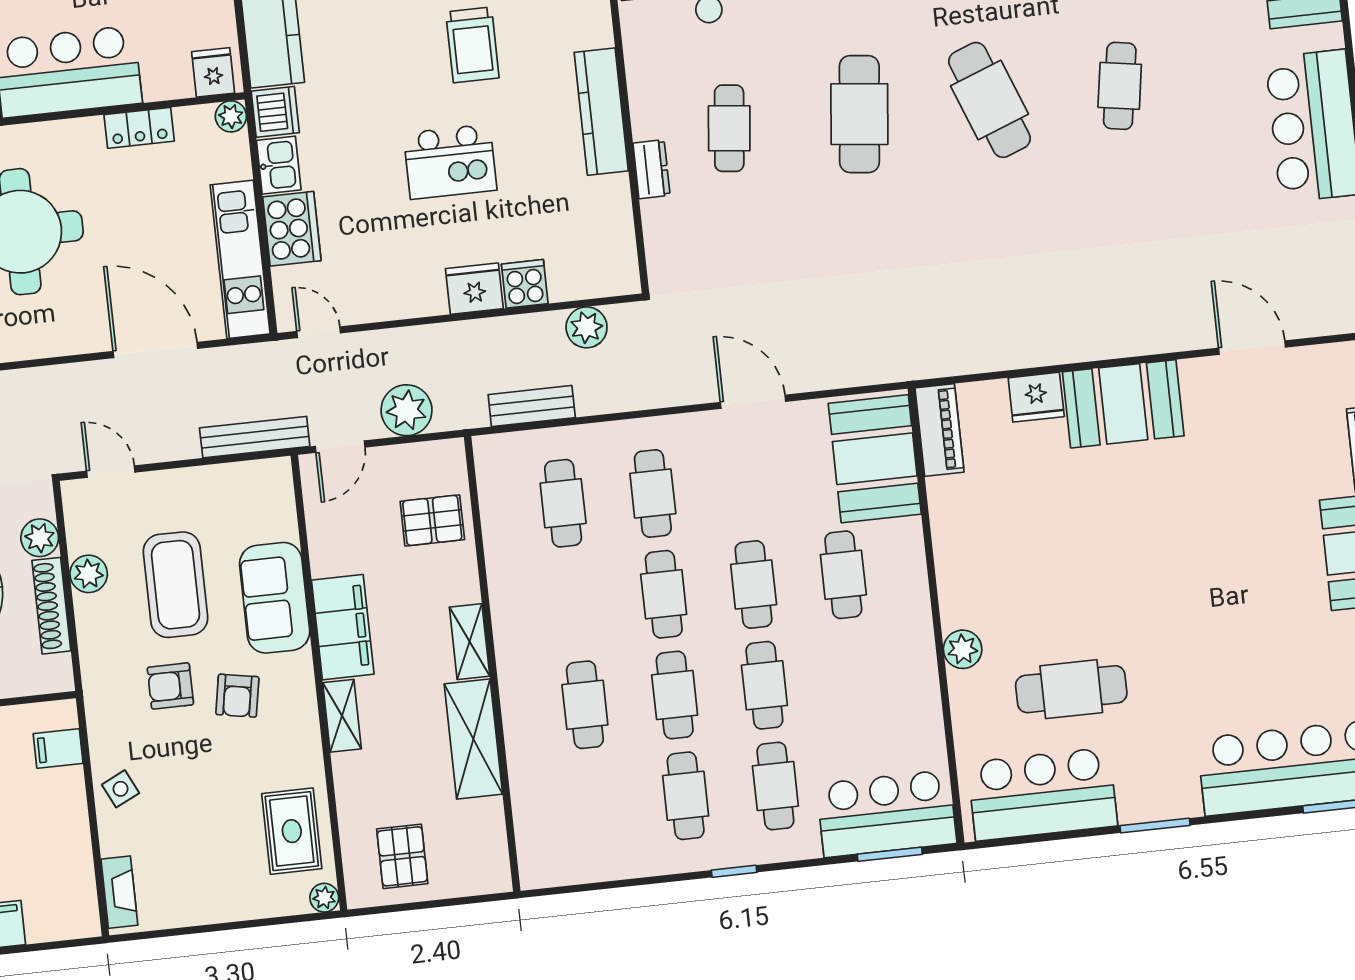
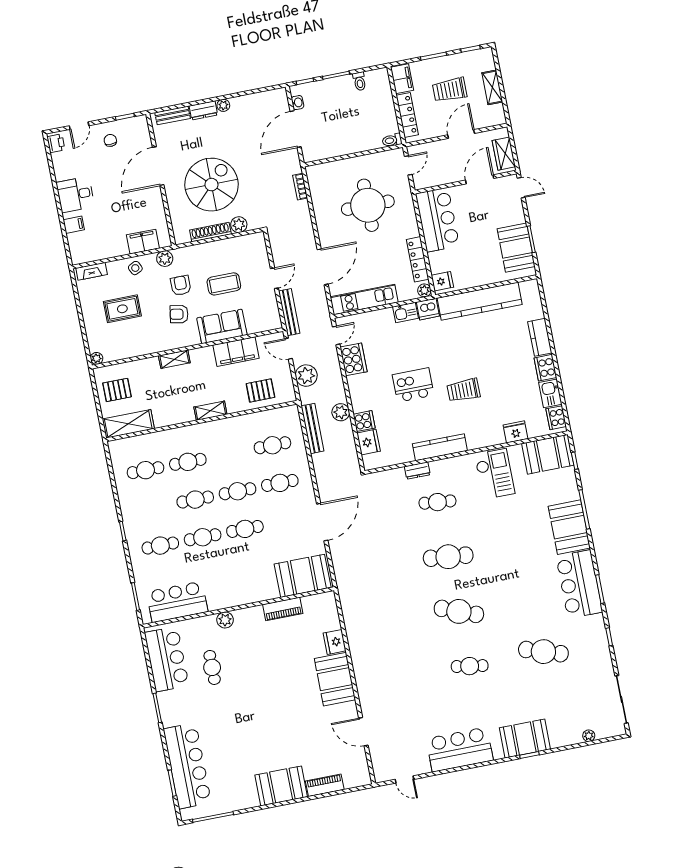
cafe table: (990, 100) -> (459, 611), turned 42
locker: (139, 128) -> (418, 259), width x1.53
kitchen island: (450, 162) -> (413, 385), turned 90
cooker: (292, 229) -> (353, 359), moved, turned -90
fridge: (474, 289) -> (369, 442), moved
plant: (587, 327) -> (341, 412), moved
door: (1252, 348) -> (363, 732), swing flipped
door: (753, 402) -> (322, 522), width x1.36
bench: (532, 406) -> (313, 428), width x1.36
piano: (940, 430) -> (283, 609), moved
door: (111, 472) -> (274, 278), moved
pallet: (432, 520) -> (260, 390), turned 90
plant: (89, 574) -> (165, 259), moved
cafe table: (843, 575) -> (252, 567), removed
coffee table: (175, 585) -> (224, 284), width x0.73, depth x0.76
filing cabinet: (343, 627) -> (236, 352), moved
cafe table: (1071, 689) -> (212, 667), width x0.73, depth x0.74
shelving: (473, 739) -> (128, 424), moved
filing cabinet: (58, 748) -> (143, 242), width x2.00
cafe table: (686, 796) -> (146, 470), moved
bar counter: (887, 814) -> (177, 602), moved, turned -90
rug: (292, 831) -> (122, 309), moved

